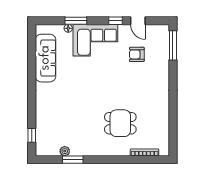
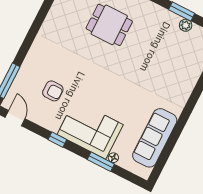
door: (138, 21) -> (15, 118), moved

